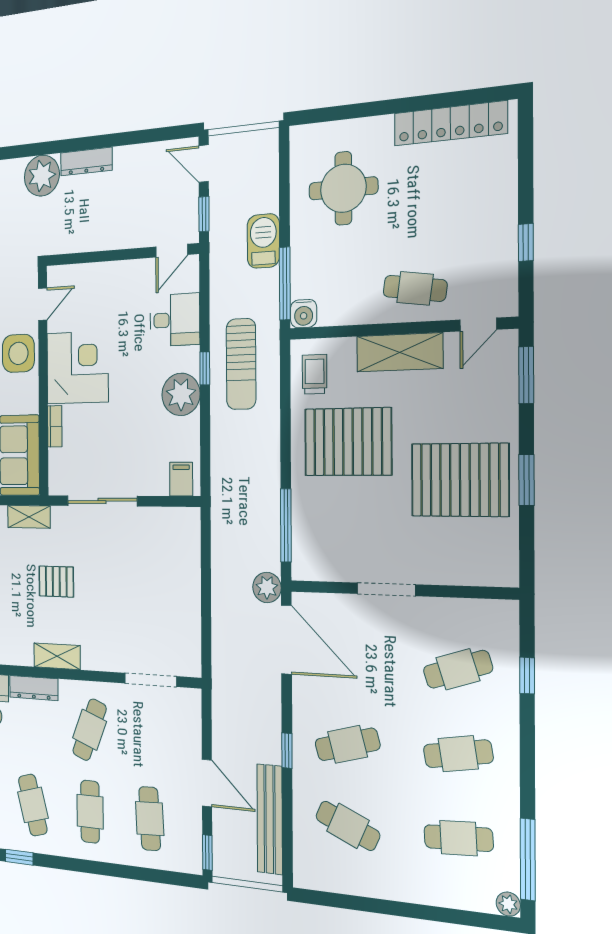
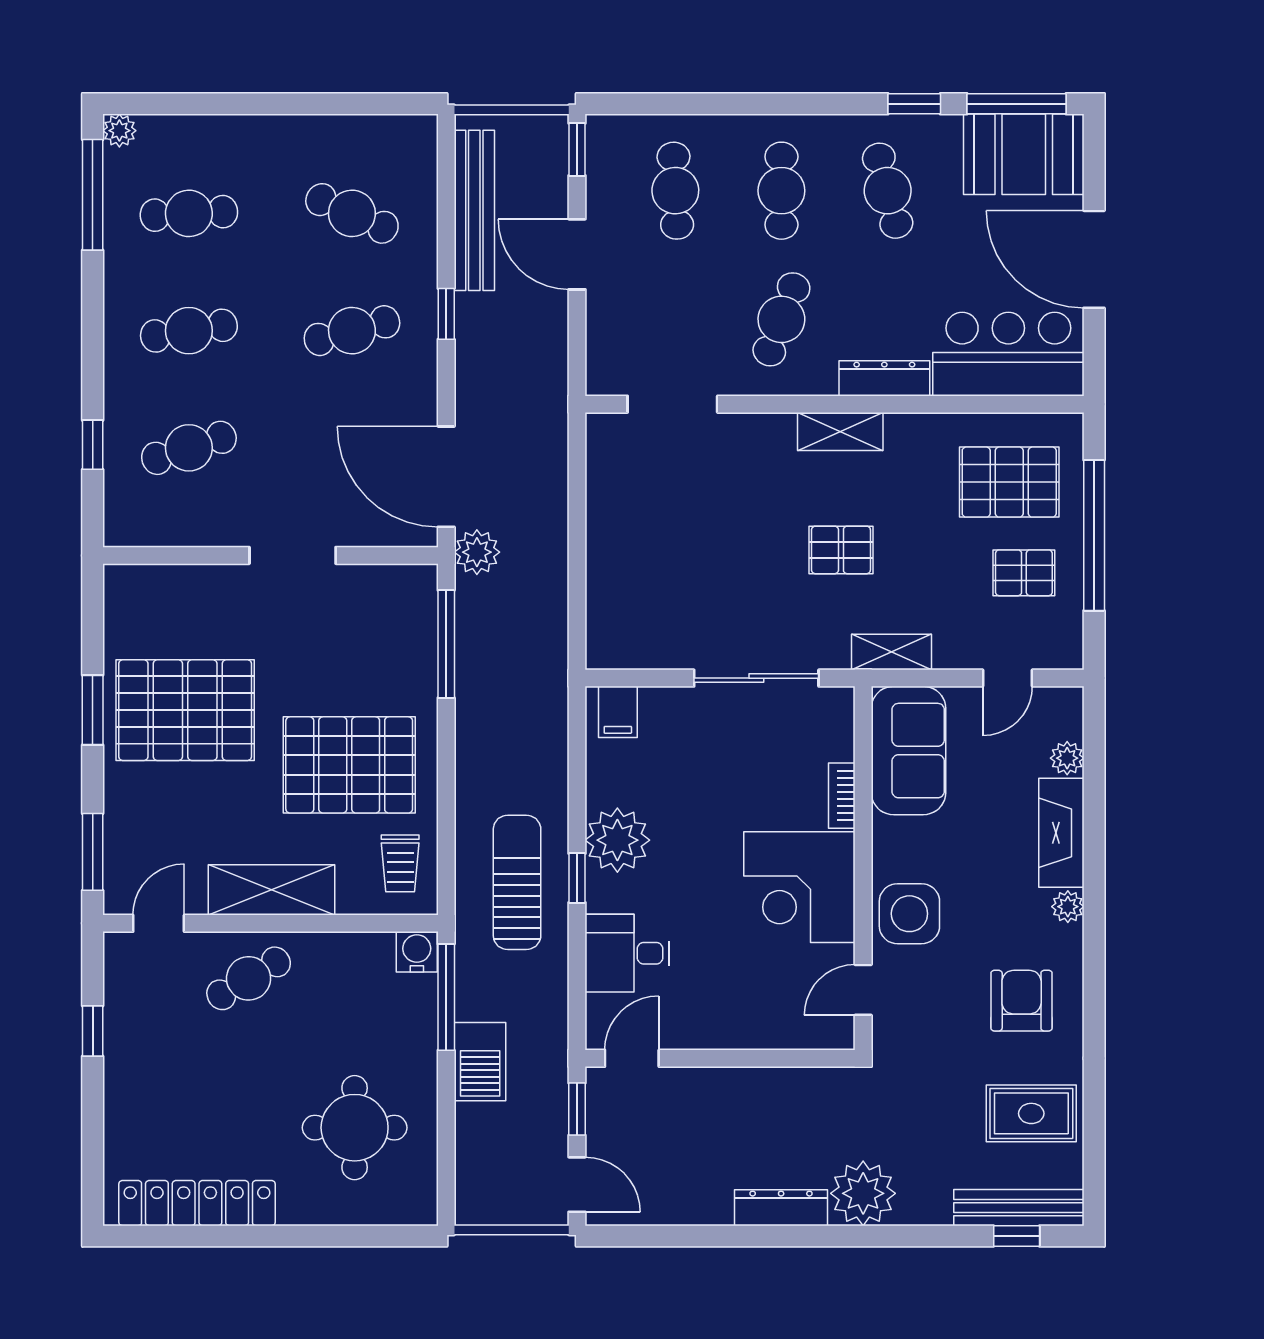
cafe table: (415, 288) -> (249, 978), turned -39

